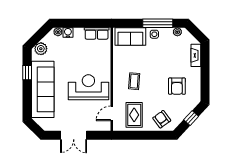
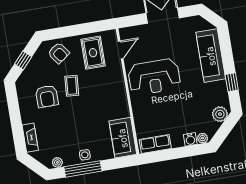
sofa: (130, 36) -> (123, 138), moved, turned -90
coffee table: (134, 81) -> (72, 86), moved
armchair: (177, 86) -> (47, 96), turned 180
sofa: (43, 89) -> (211, 56), width x0.74, depth x0.79

